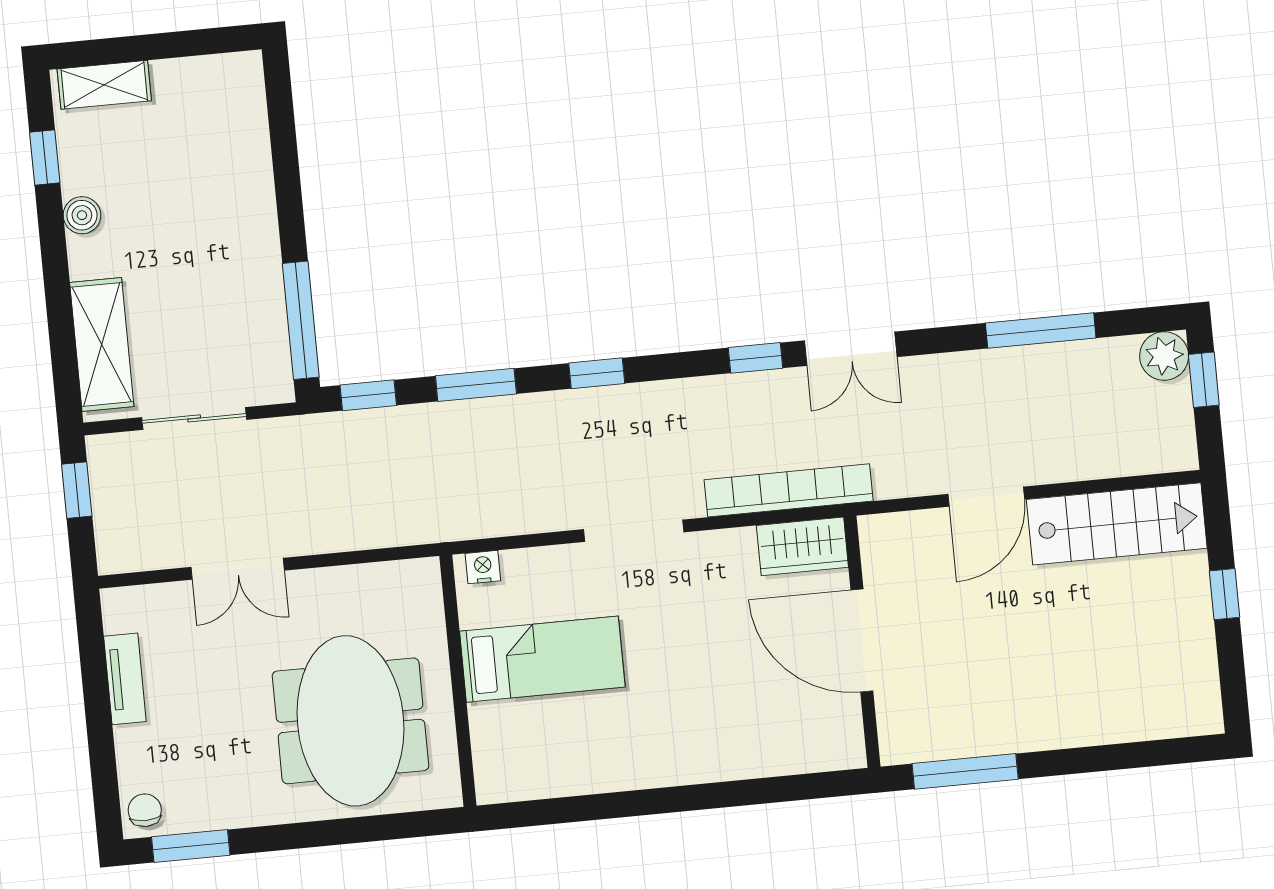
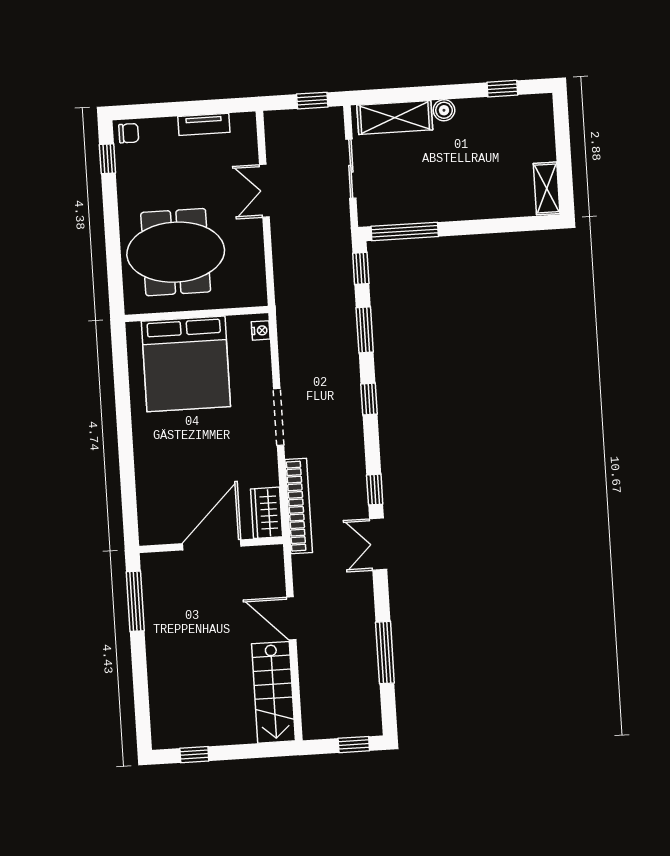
shelving: (104, 85) -> (547, 188), moved
boiler: (82, 215) -> (444, 110), moved
plant: (1164, 356) -> (368, 722), removed
window: (1224, 594) -> (194, 755), moved
bed: (542, 659) -> (186, 364), width x2.04
window: (191, 846) -> (107, 159), width x0.67

